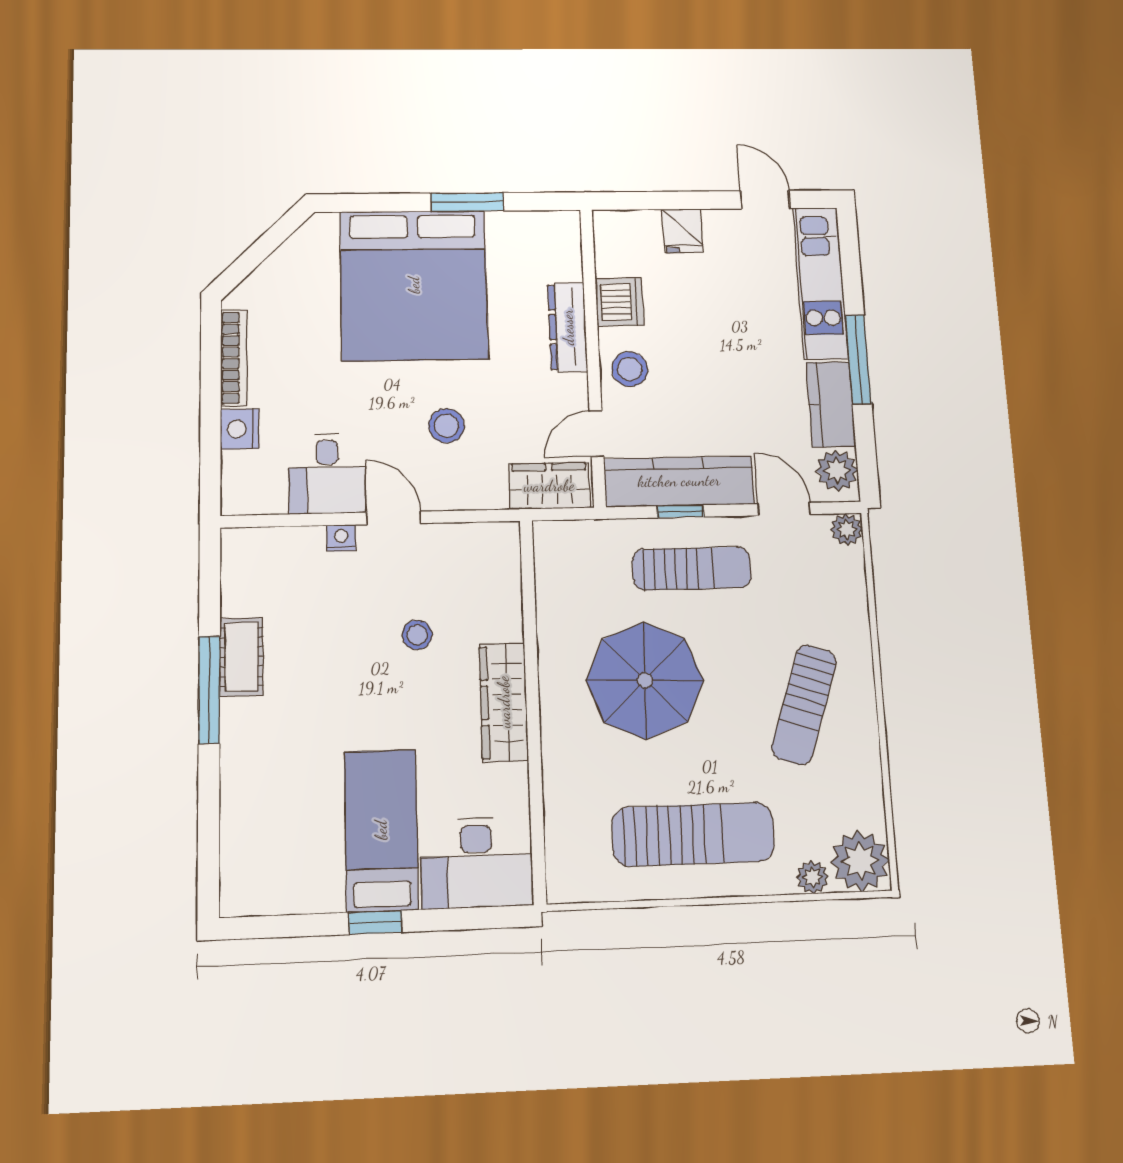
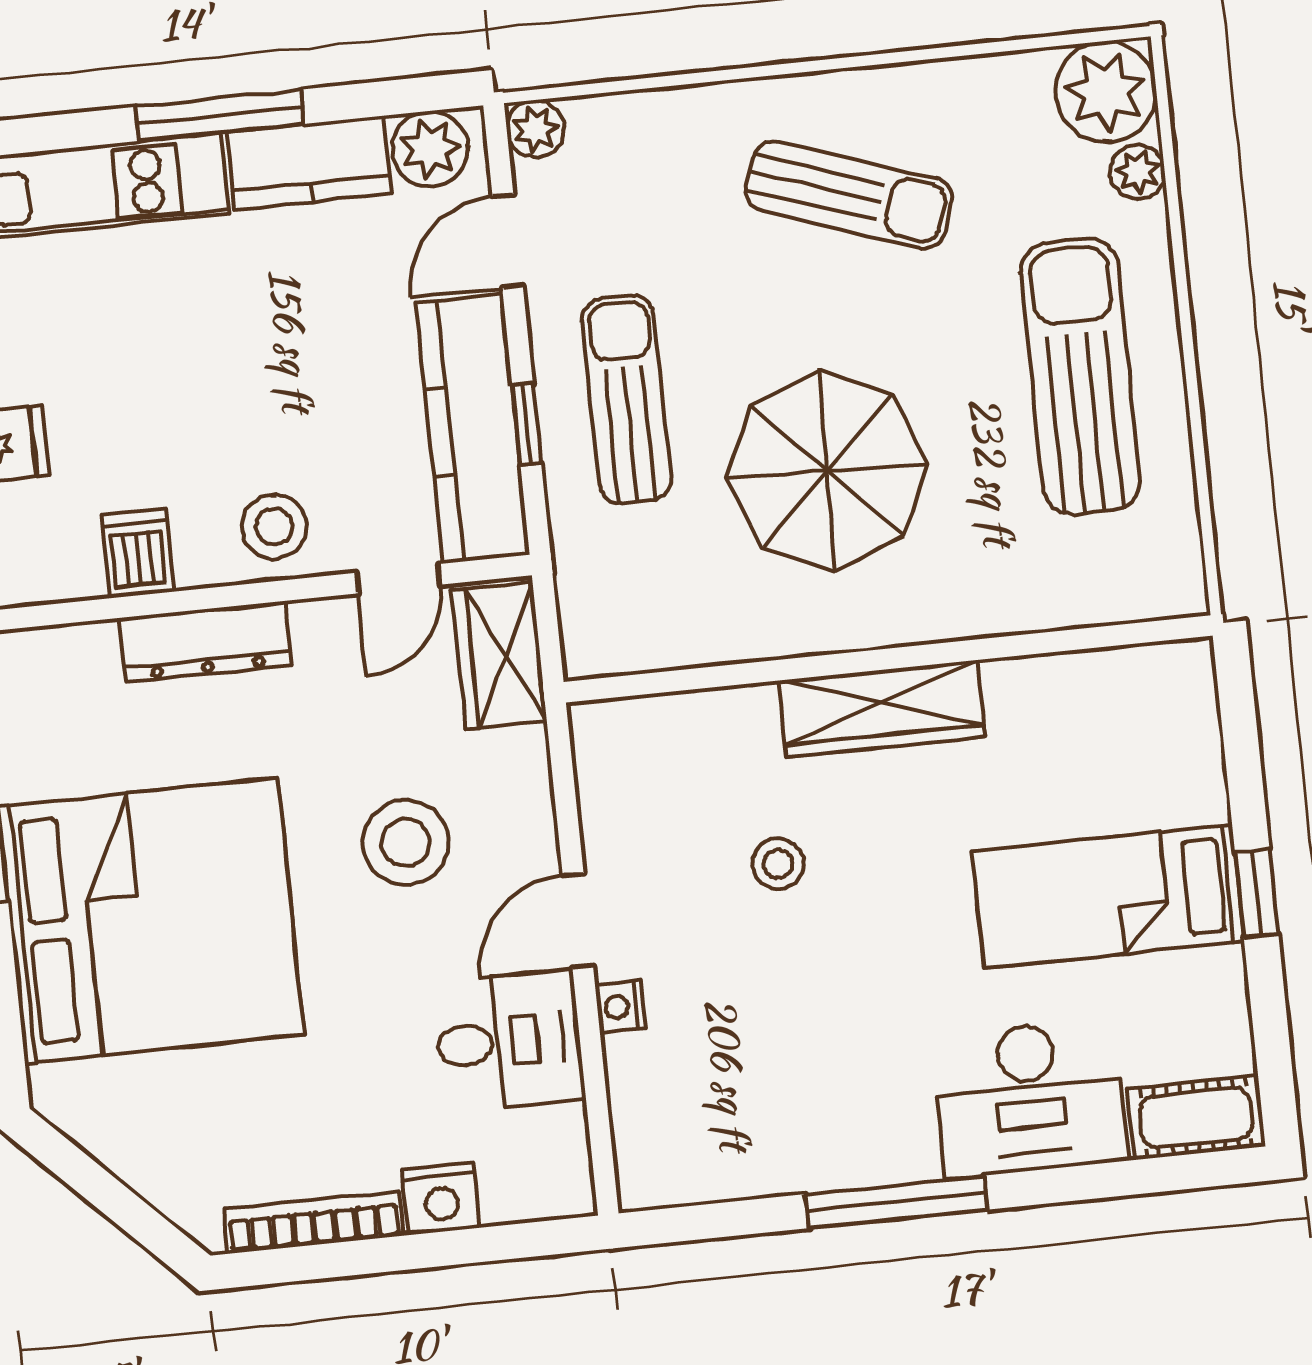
dishwasher: (619, 302) -> (138, 553), width x0.73
stool: (446, 426) -> (406, 843), width x1.38, depth x1.38
door: (597, 434) -> (398, 579), hinge flipped
cot: (241, 657) -> (1196, 1118), moved
desk: (477, 863) -> (1030, 1098), moved, turned 90

